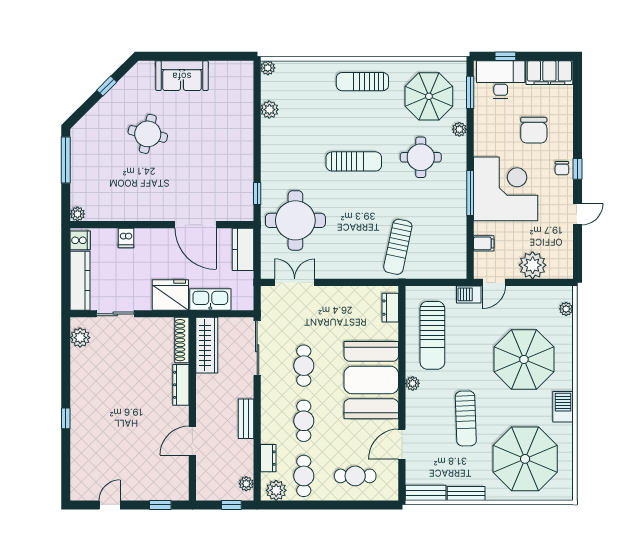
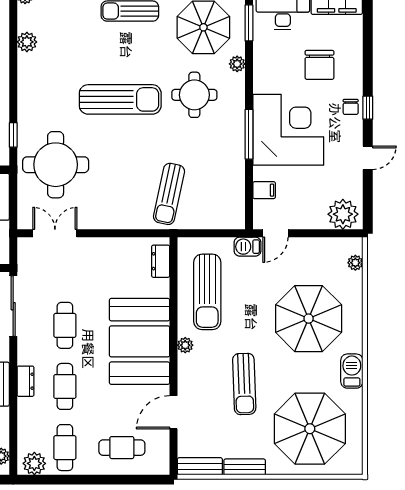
sun lounger: (354, 161) -> (120, 99), width x1.36, depth x1.34
plant: (533, 265) -> (343, 214), moved
dresser: (268, 458) -> (25, 381), moved

